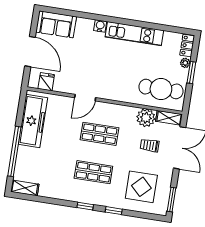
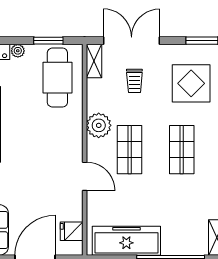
window: (191, 73) -> (48, 41), moved
plant: (146, 118) -> (99, 125), moved

